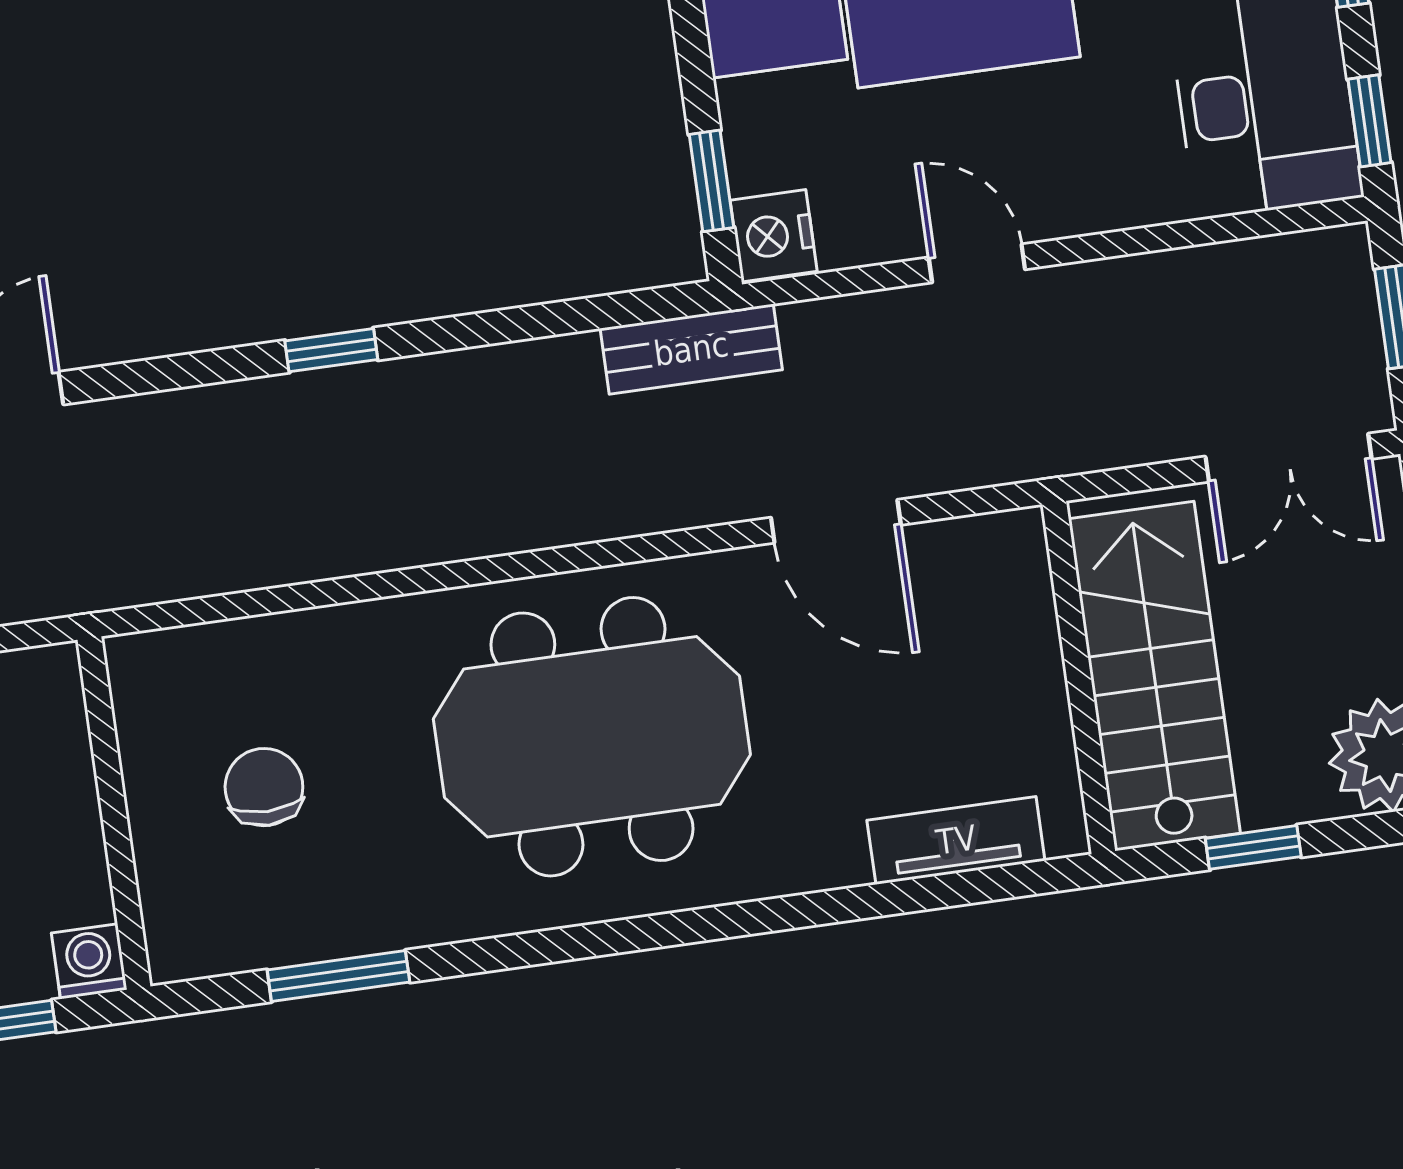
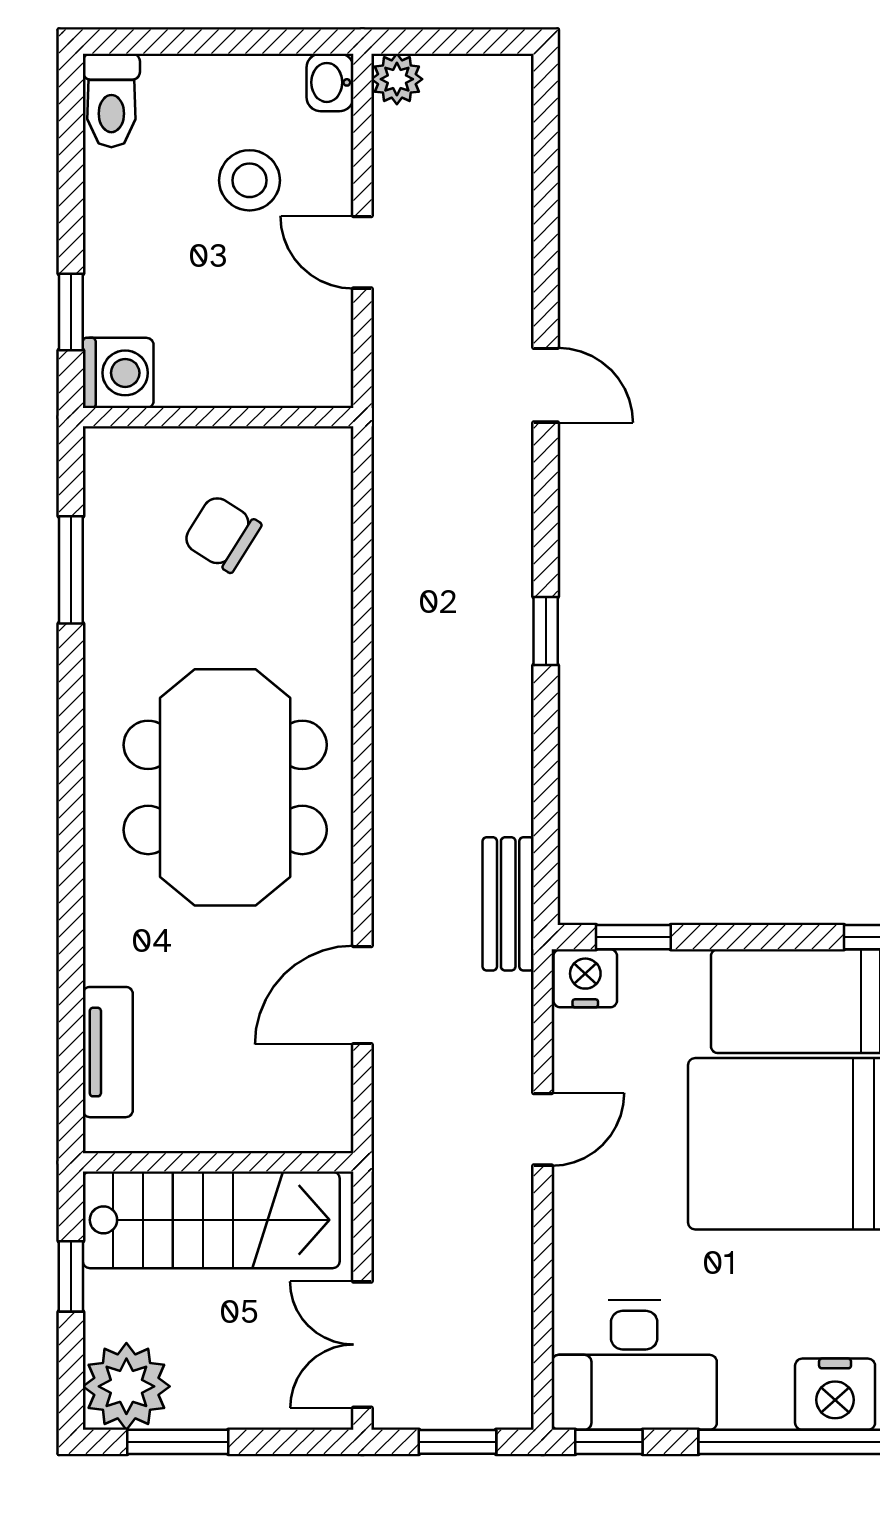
chair: (264, 787) -> (222, 534), turned -148
washing machine: (89, 961) -> (118, 373), width x1.38, depth x1.38

